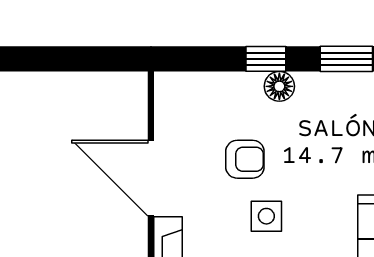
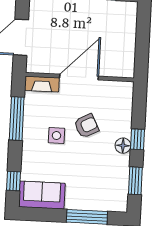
armchair: (245, 159) -> (86, 126), turned -117

